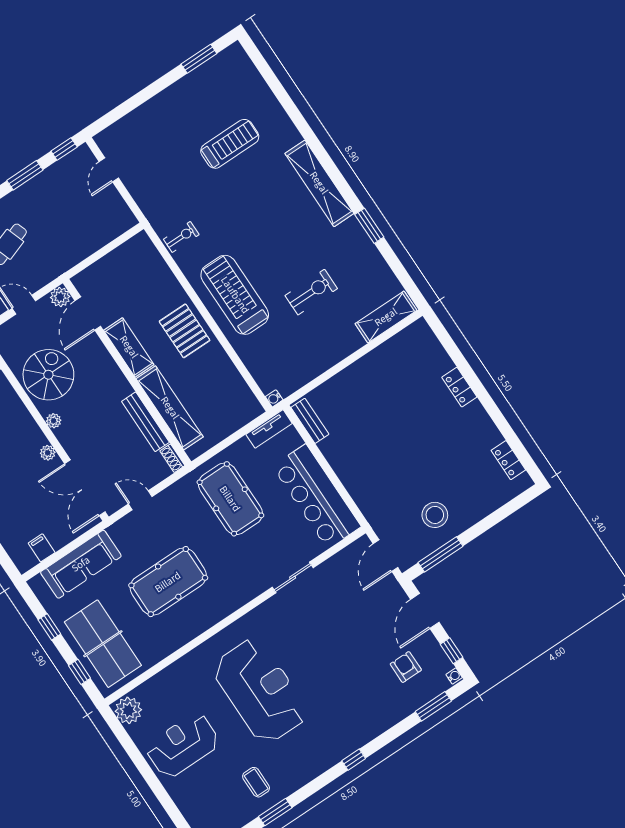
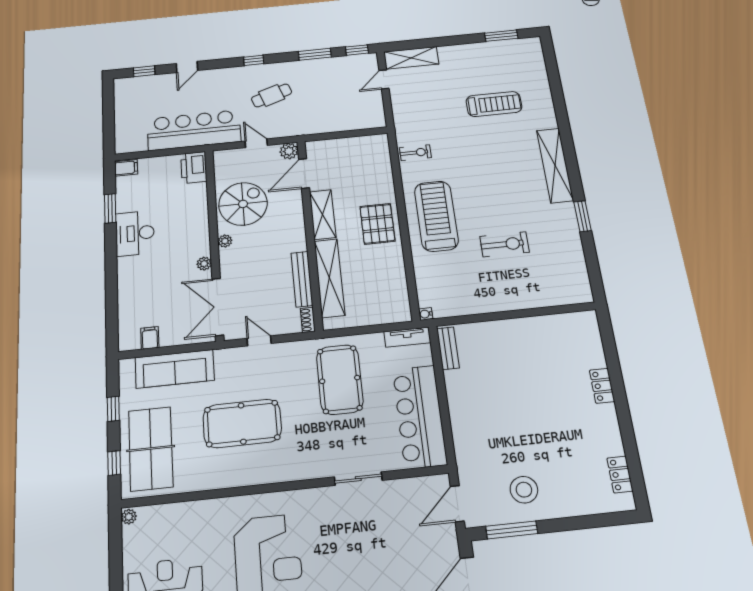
shelving: (386, 317) -> (411, 58), moved
plant: (128, 710) -> (129, 517), width x0.53, depth x0.53

